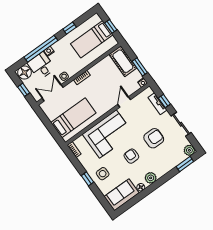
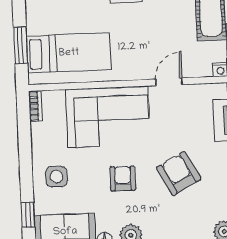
window: (51, 128) -> (21, 45), added
armchair: (154, 138) -> (179, 173), turned -118
window: (87, 179) -> (28, 215), moved

